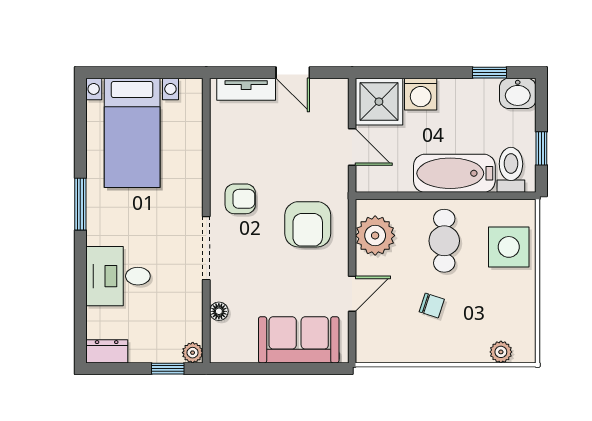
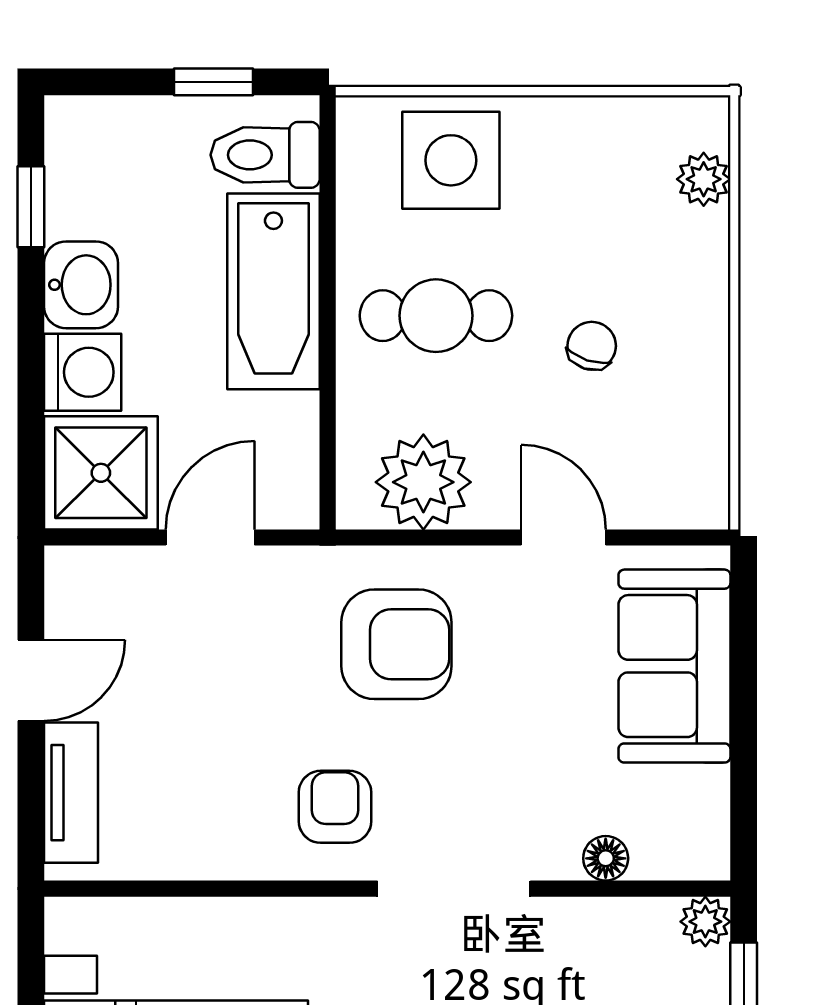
washbasin: (518, 93) -> (81, 285), moved

